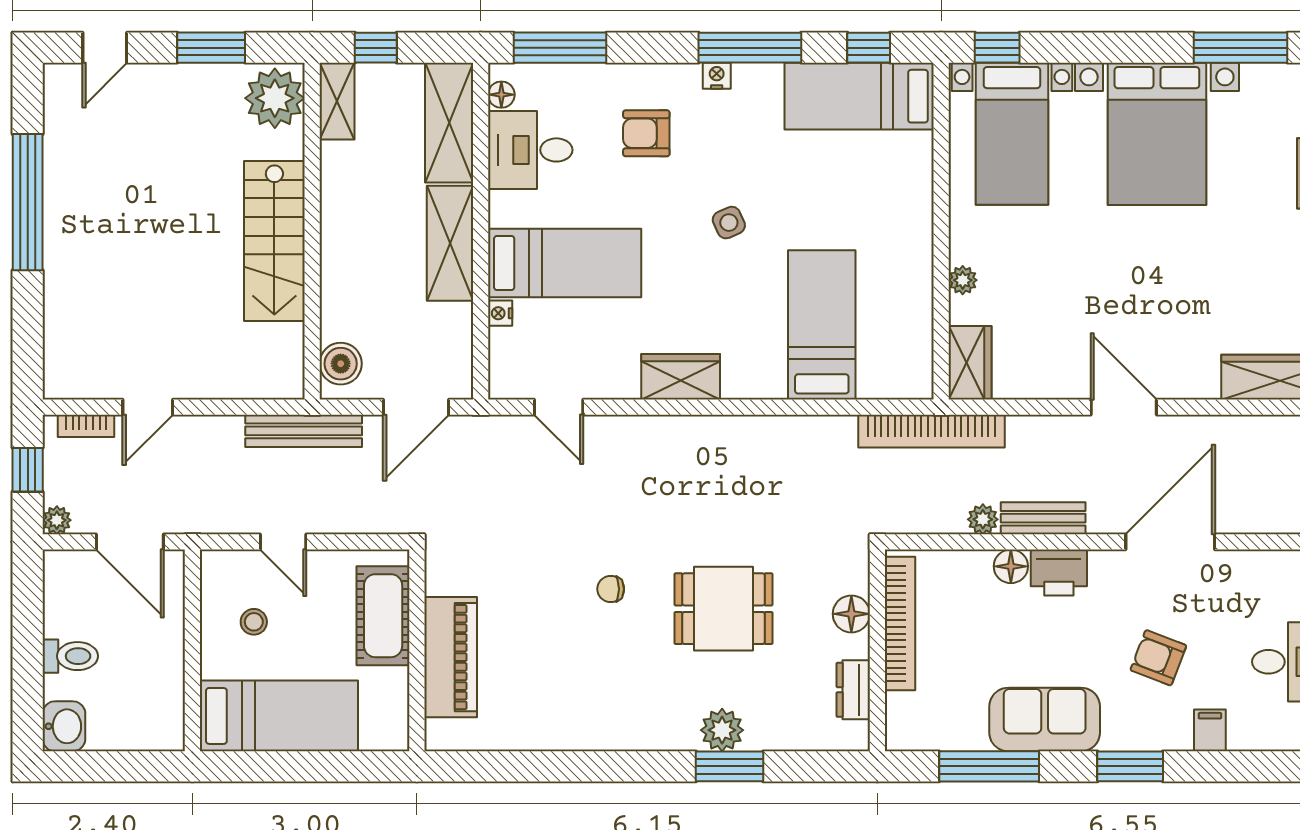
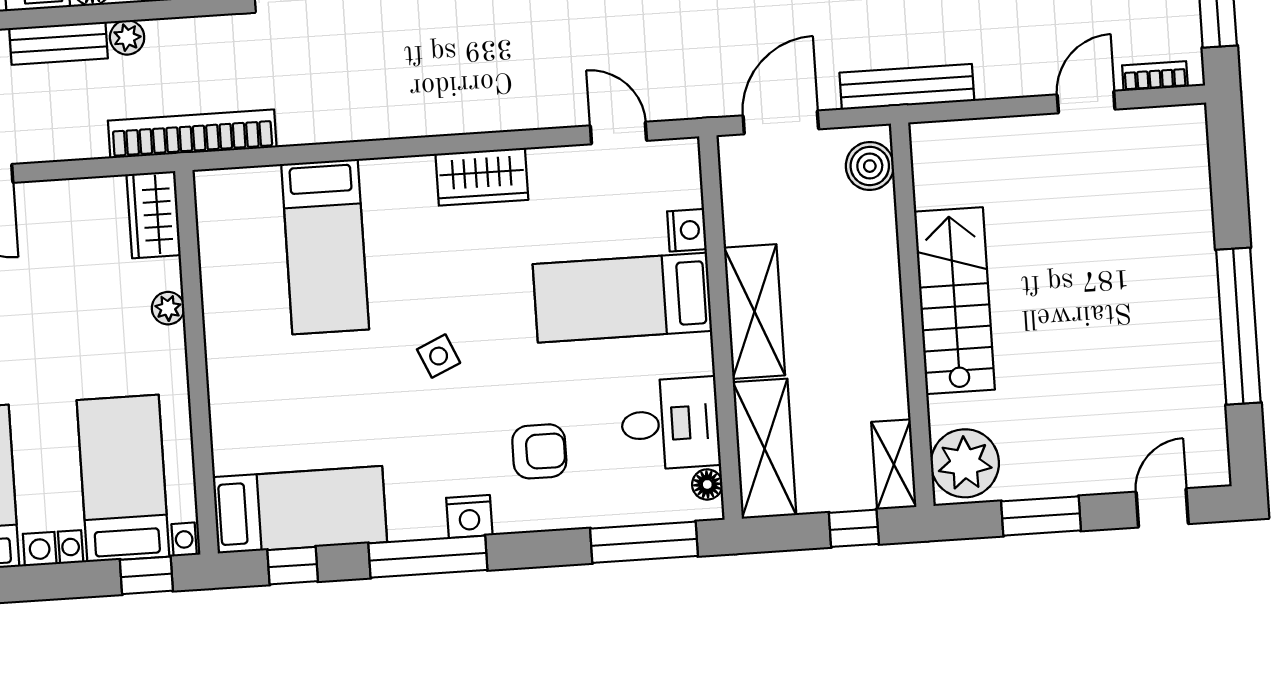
nightstand: (717, 76) -> (469, 517), width x1.39, depth x1.35
nightstand: (500, 313) -> (687, 230), width x1.39, depth x1.35

